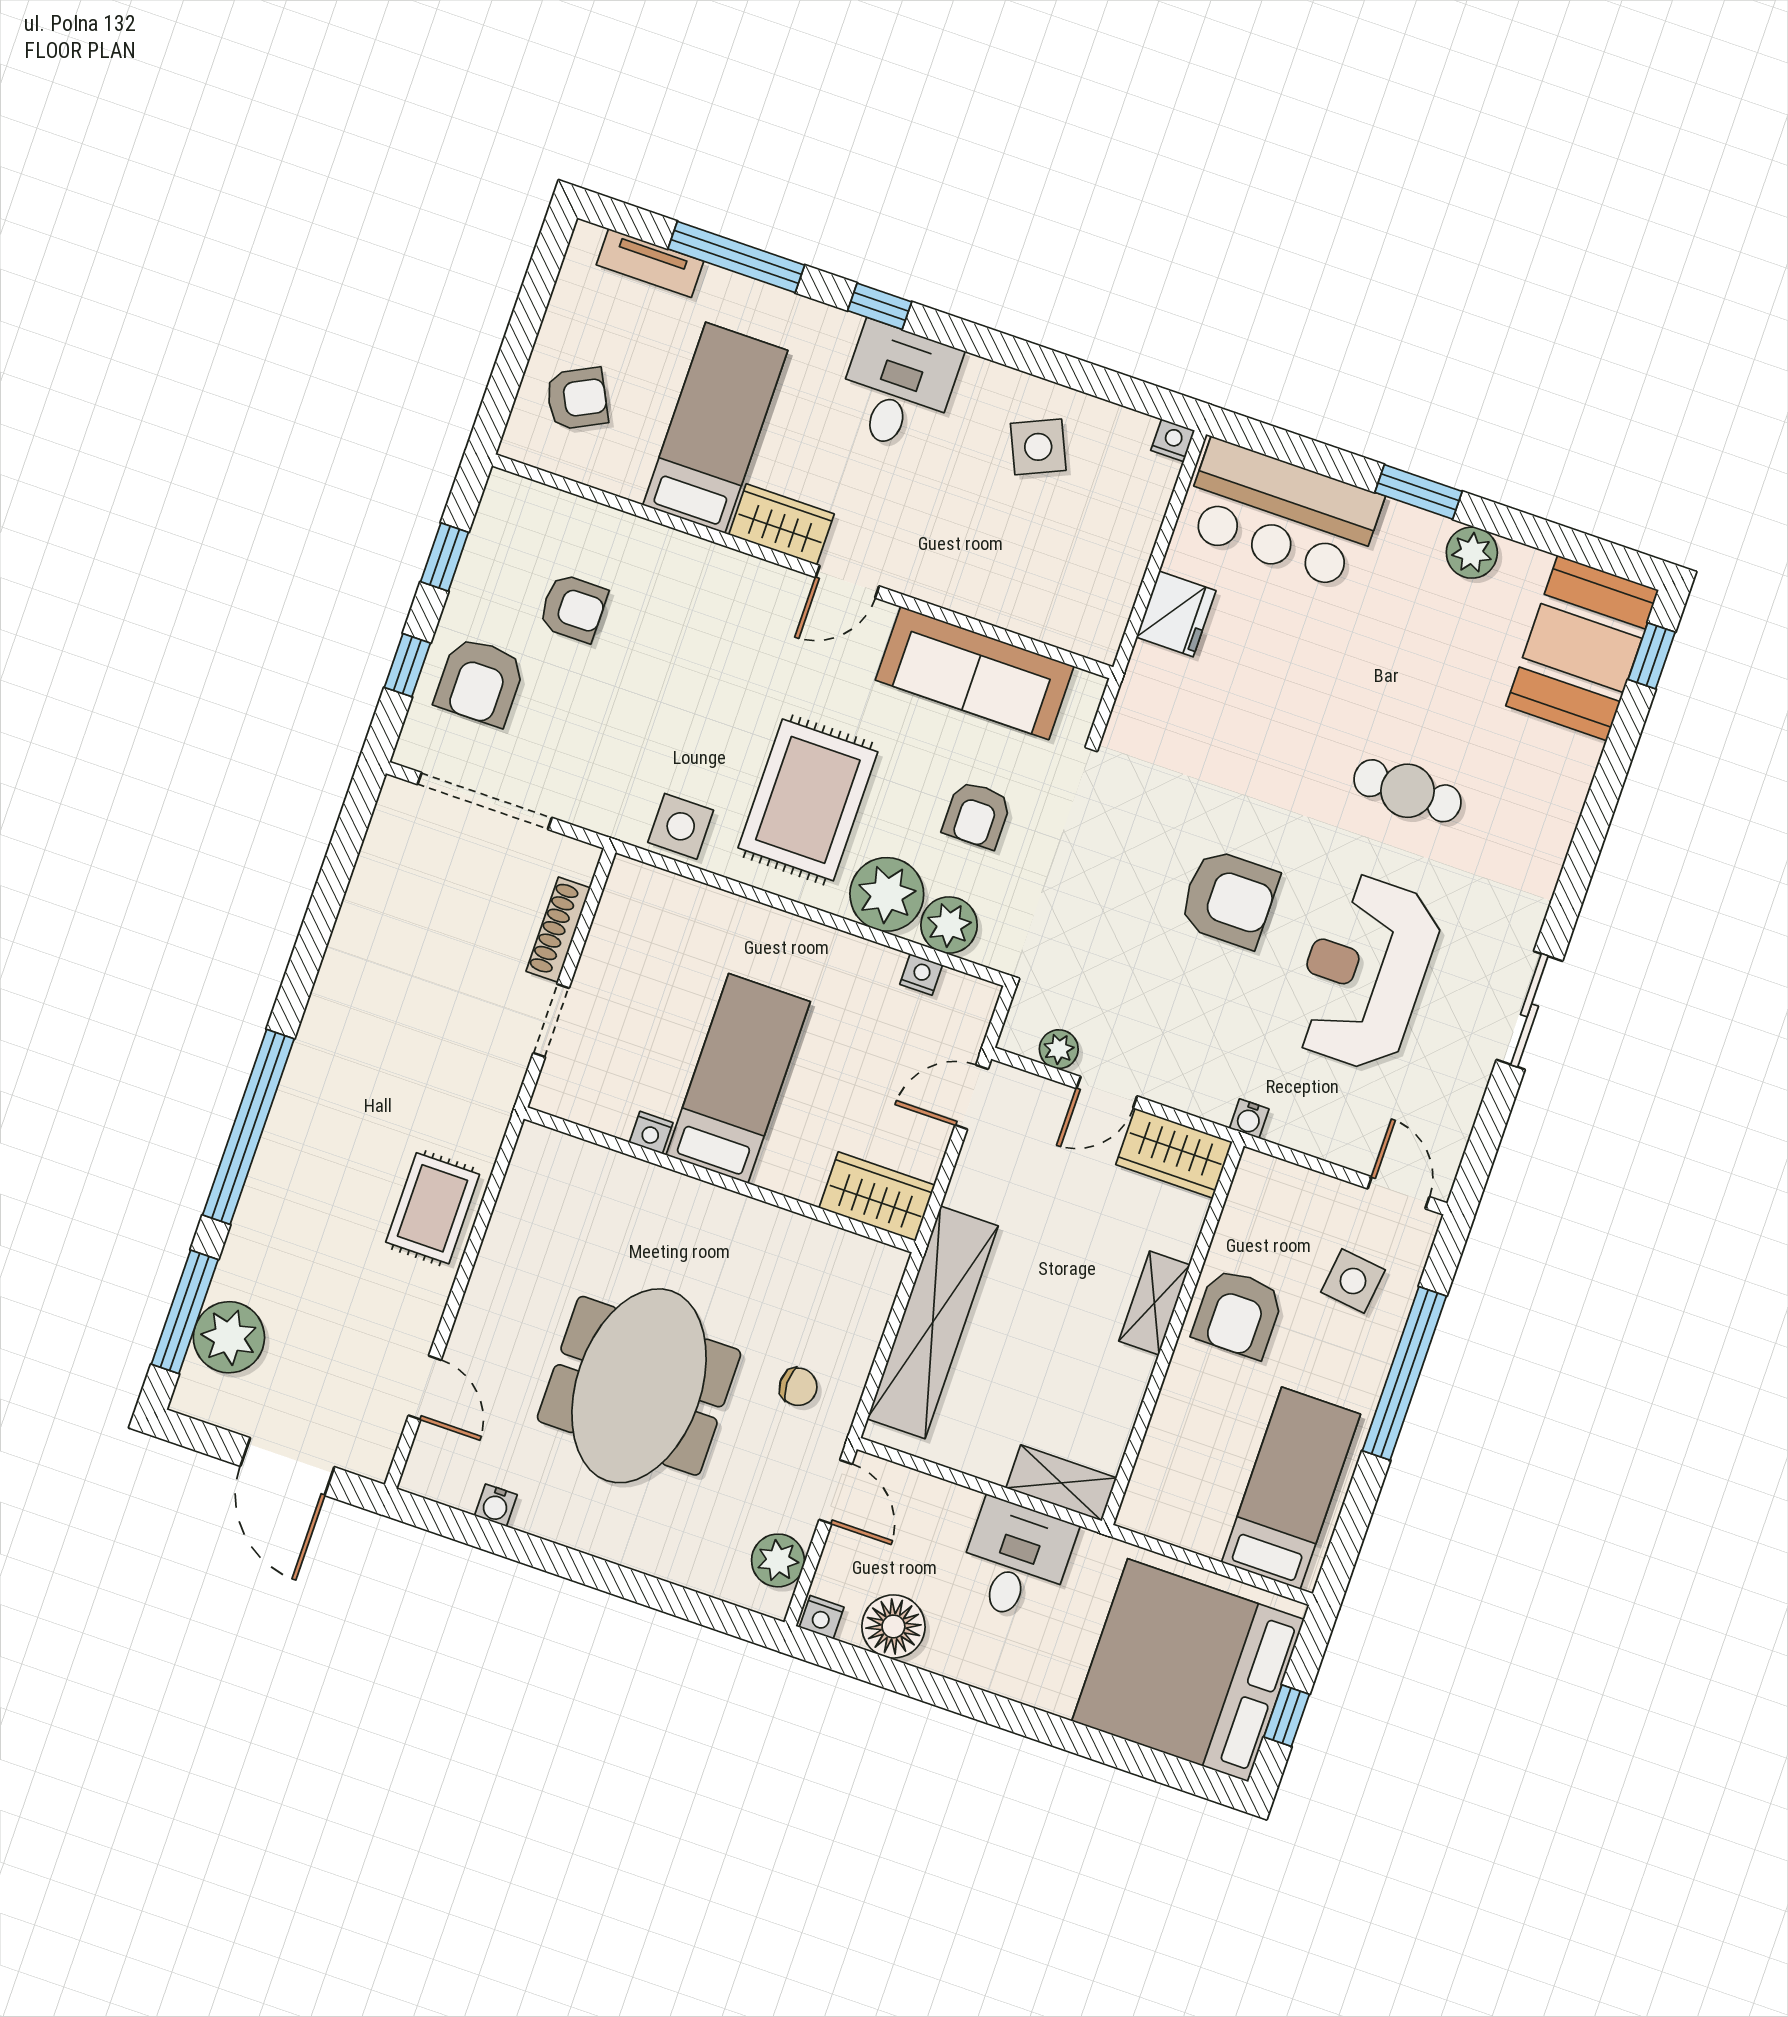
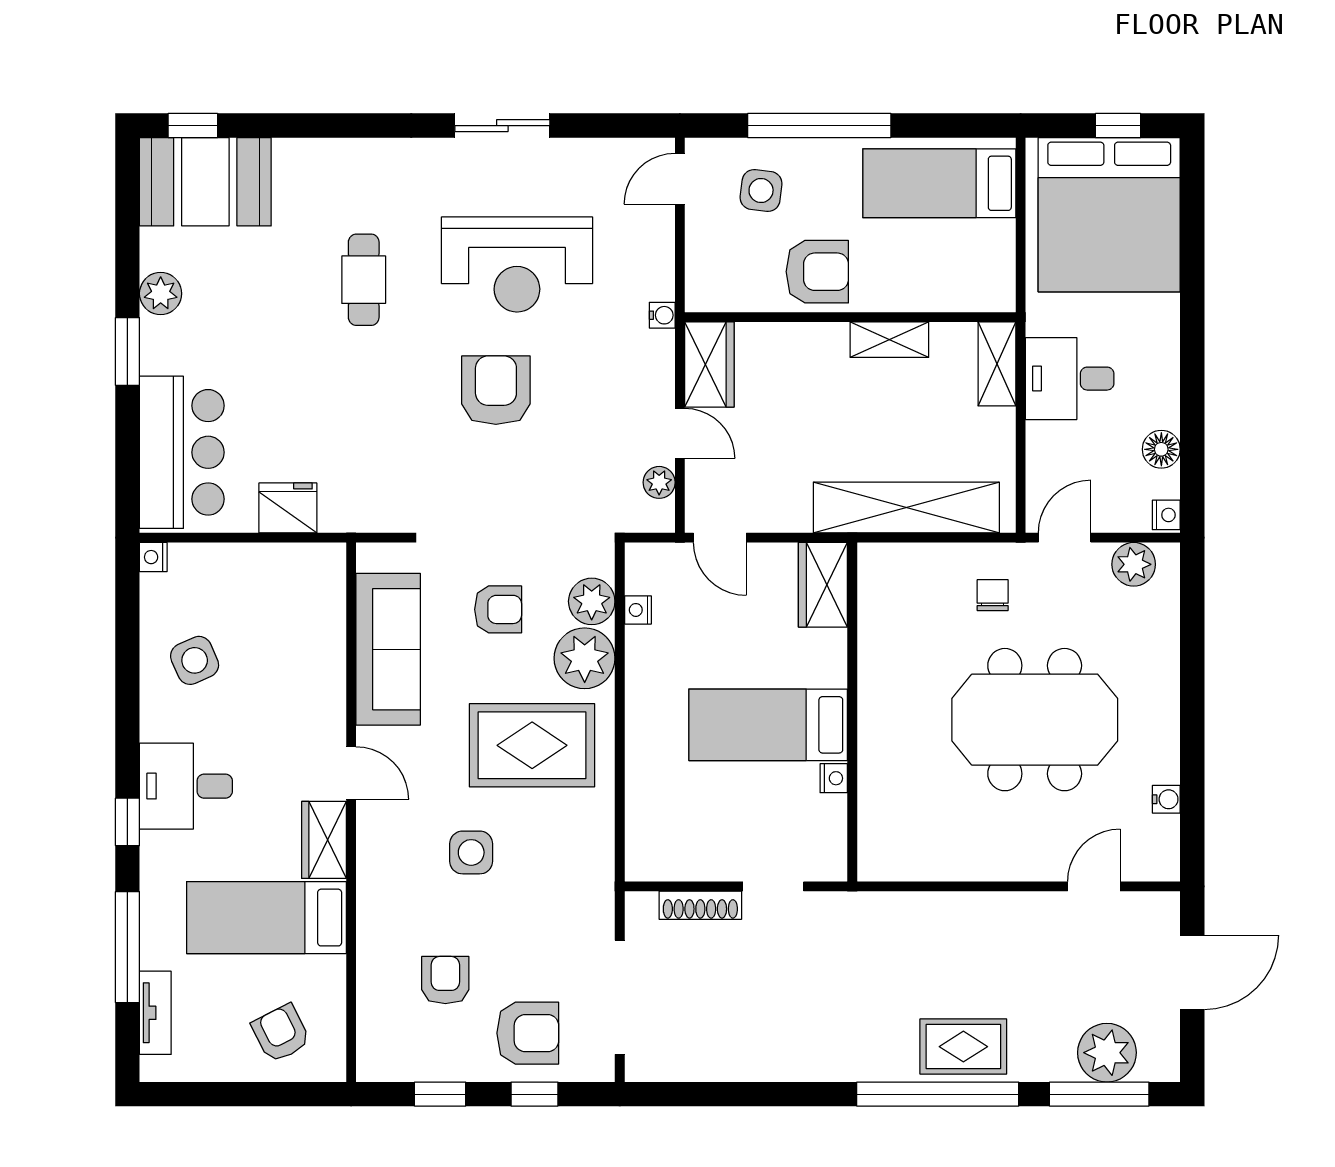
side table: (681, 826) -> (471, 852), moved
rug: (433, 1208) -> (963, 1047), moved
shelving: (1154, 1303) -> (889, 340), moved
floor lamp: (893, 1626) -> (1161, 449), width x0.73, depth x0.73

